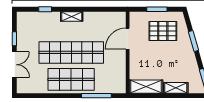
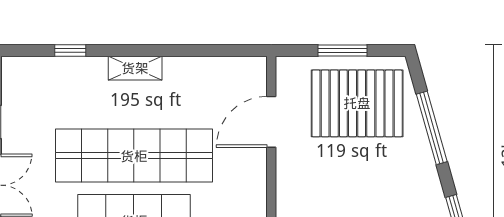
pallet: (163, 31) -> (357, 103), width x1.37, depth x1.41
window: (193, 41) -> (432, 128), width x1.44

